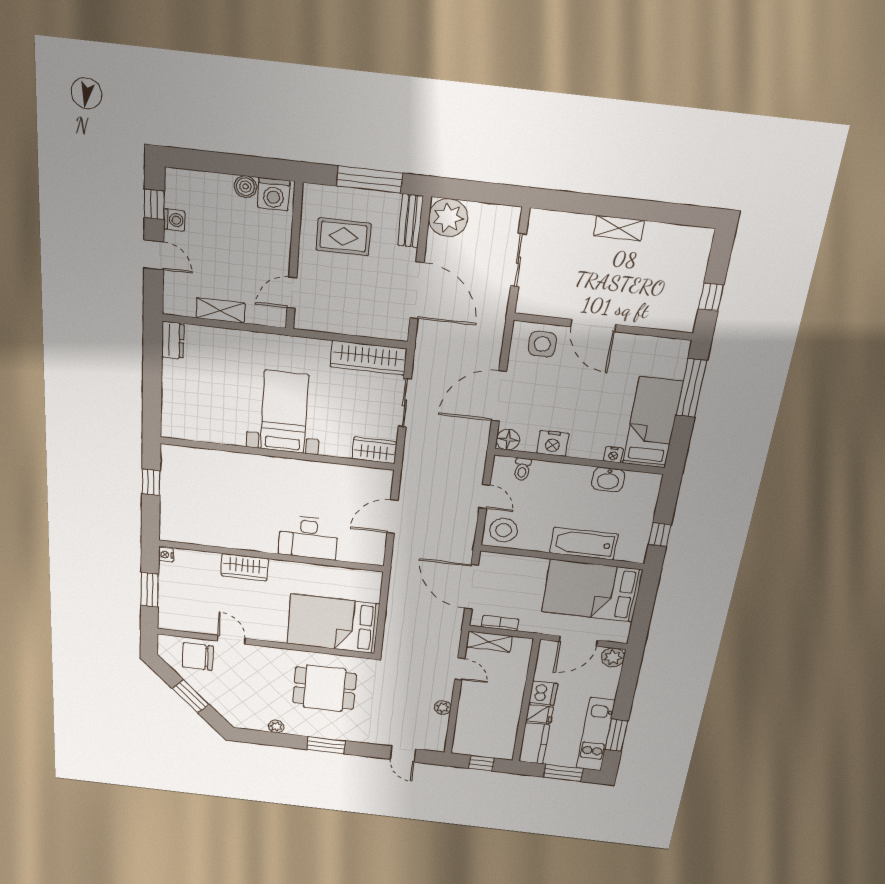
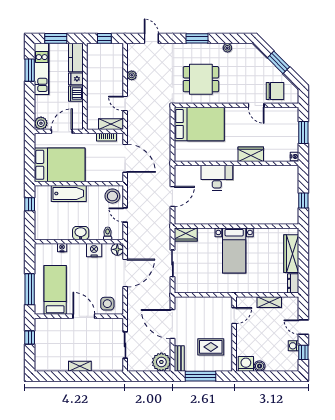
wardrobe: (368, 358) -> (291, 254), moved, turned -90
bed: (652, 423) -> (55, 290), moved, turned 180
washbasin: (608, 480) -> (81, 233), moved

